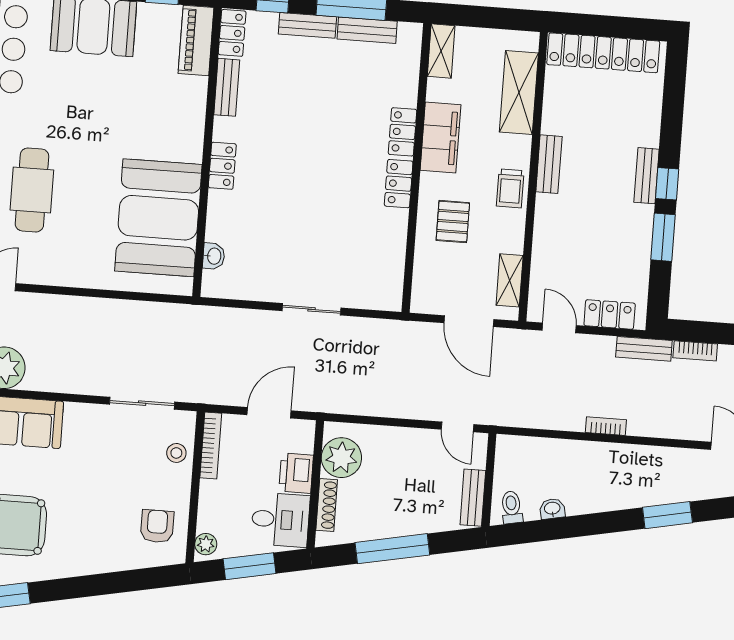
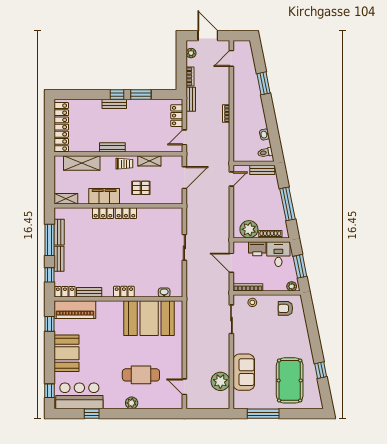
piano: (196, 40) -> (75, 310), width x1.37, depth x1.33
shelving: (510, 280) -> (149, 161), moved

